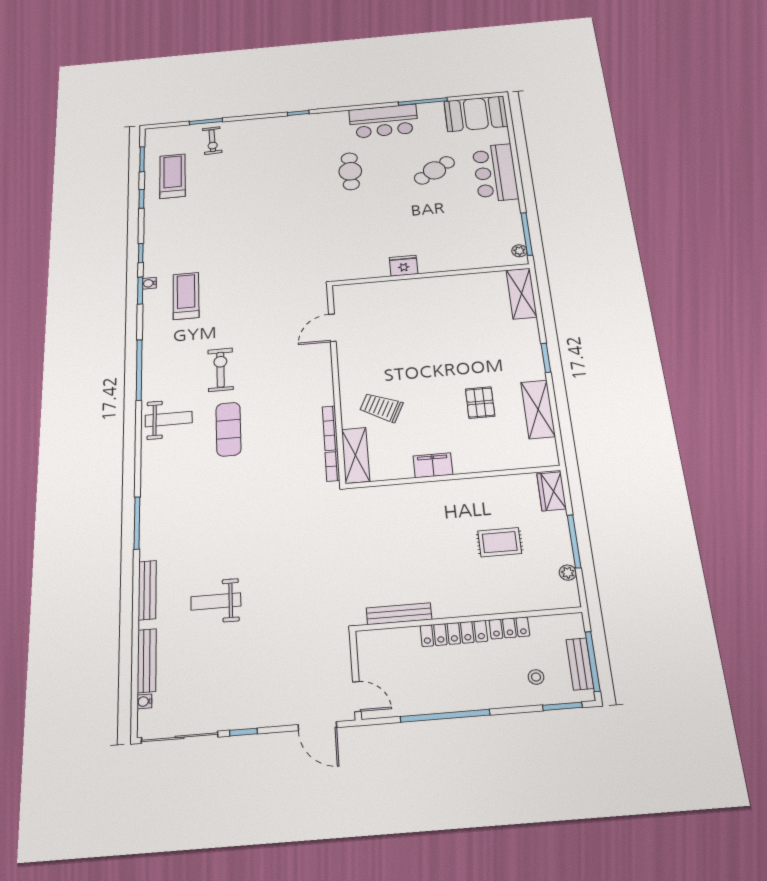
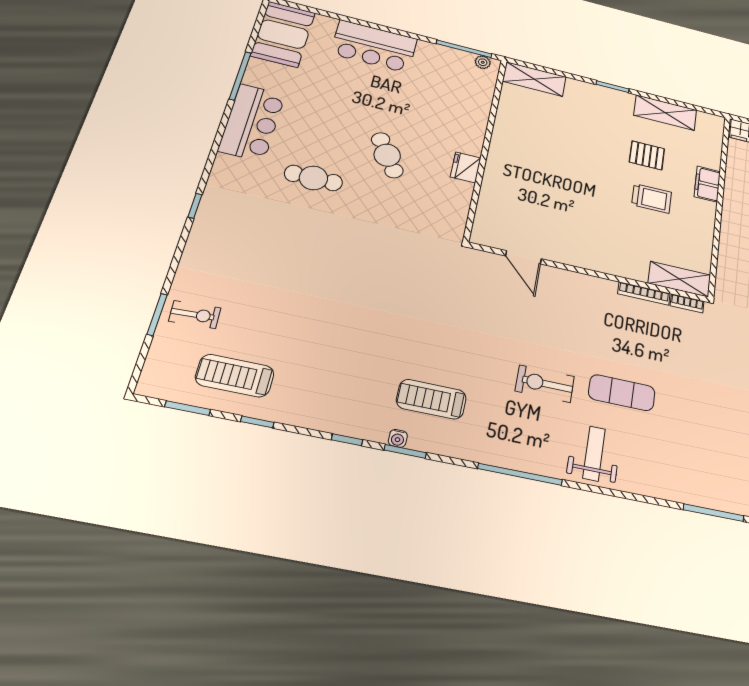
cafe table: (434, 170) -> (387, 155), moved
trolley: (381, 407) -> (652, 198), moved, turned -115
filing cabinet: (433, 465) -> (707, 184), moved

